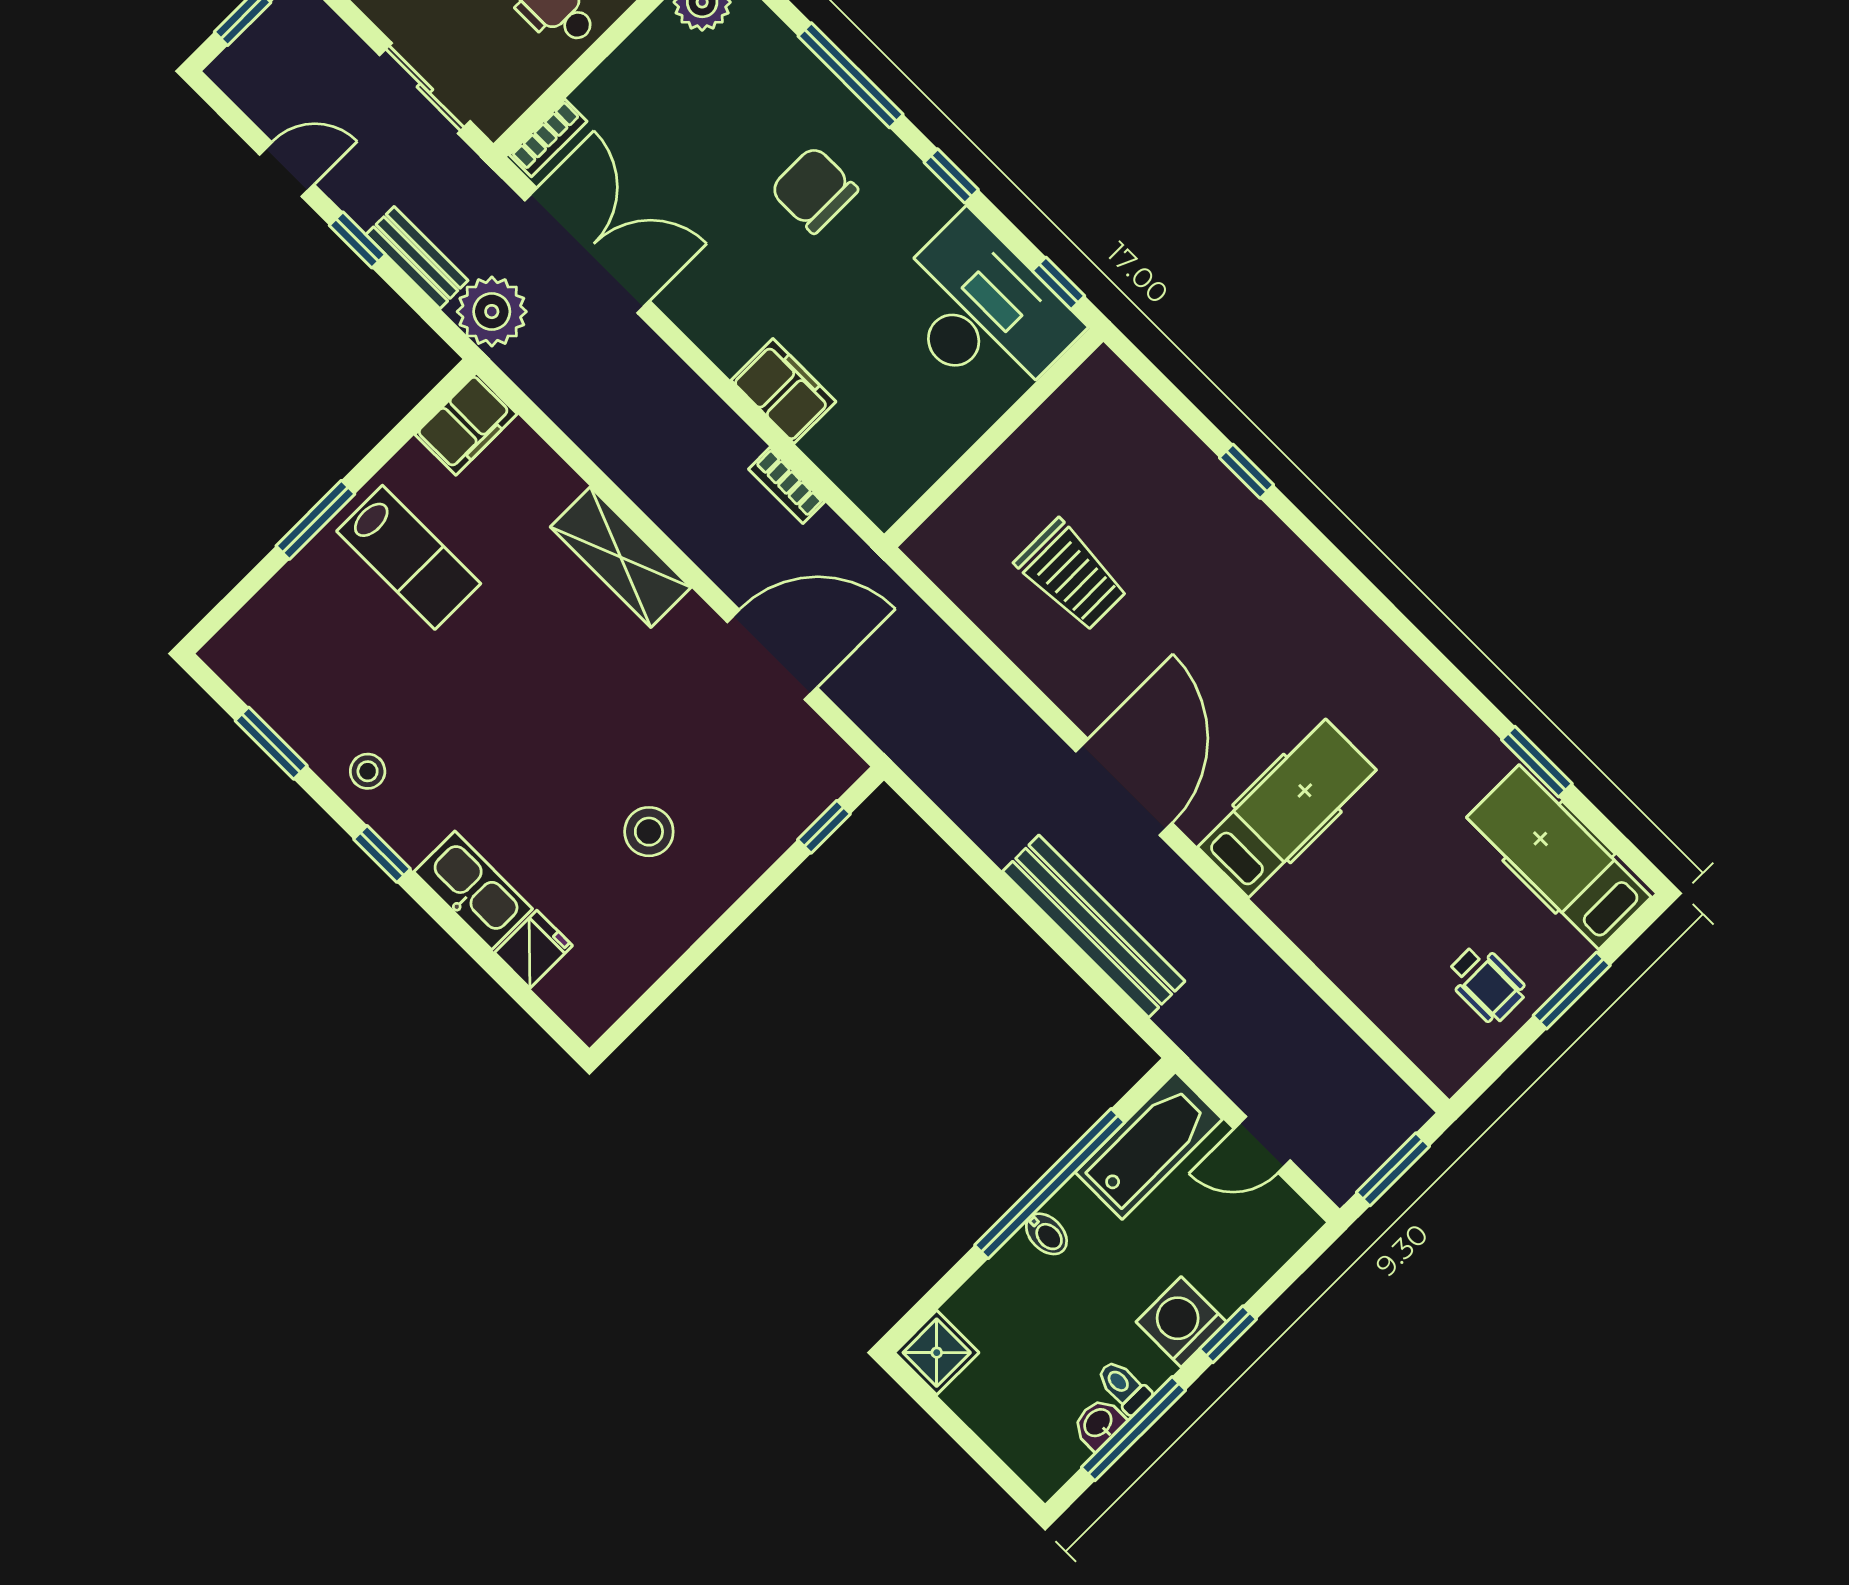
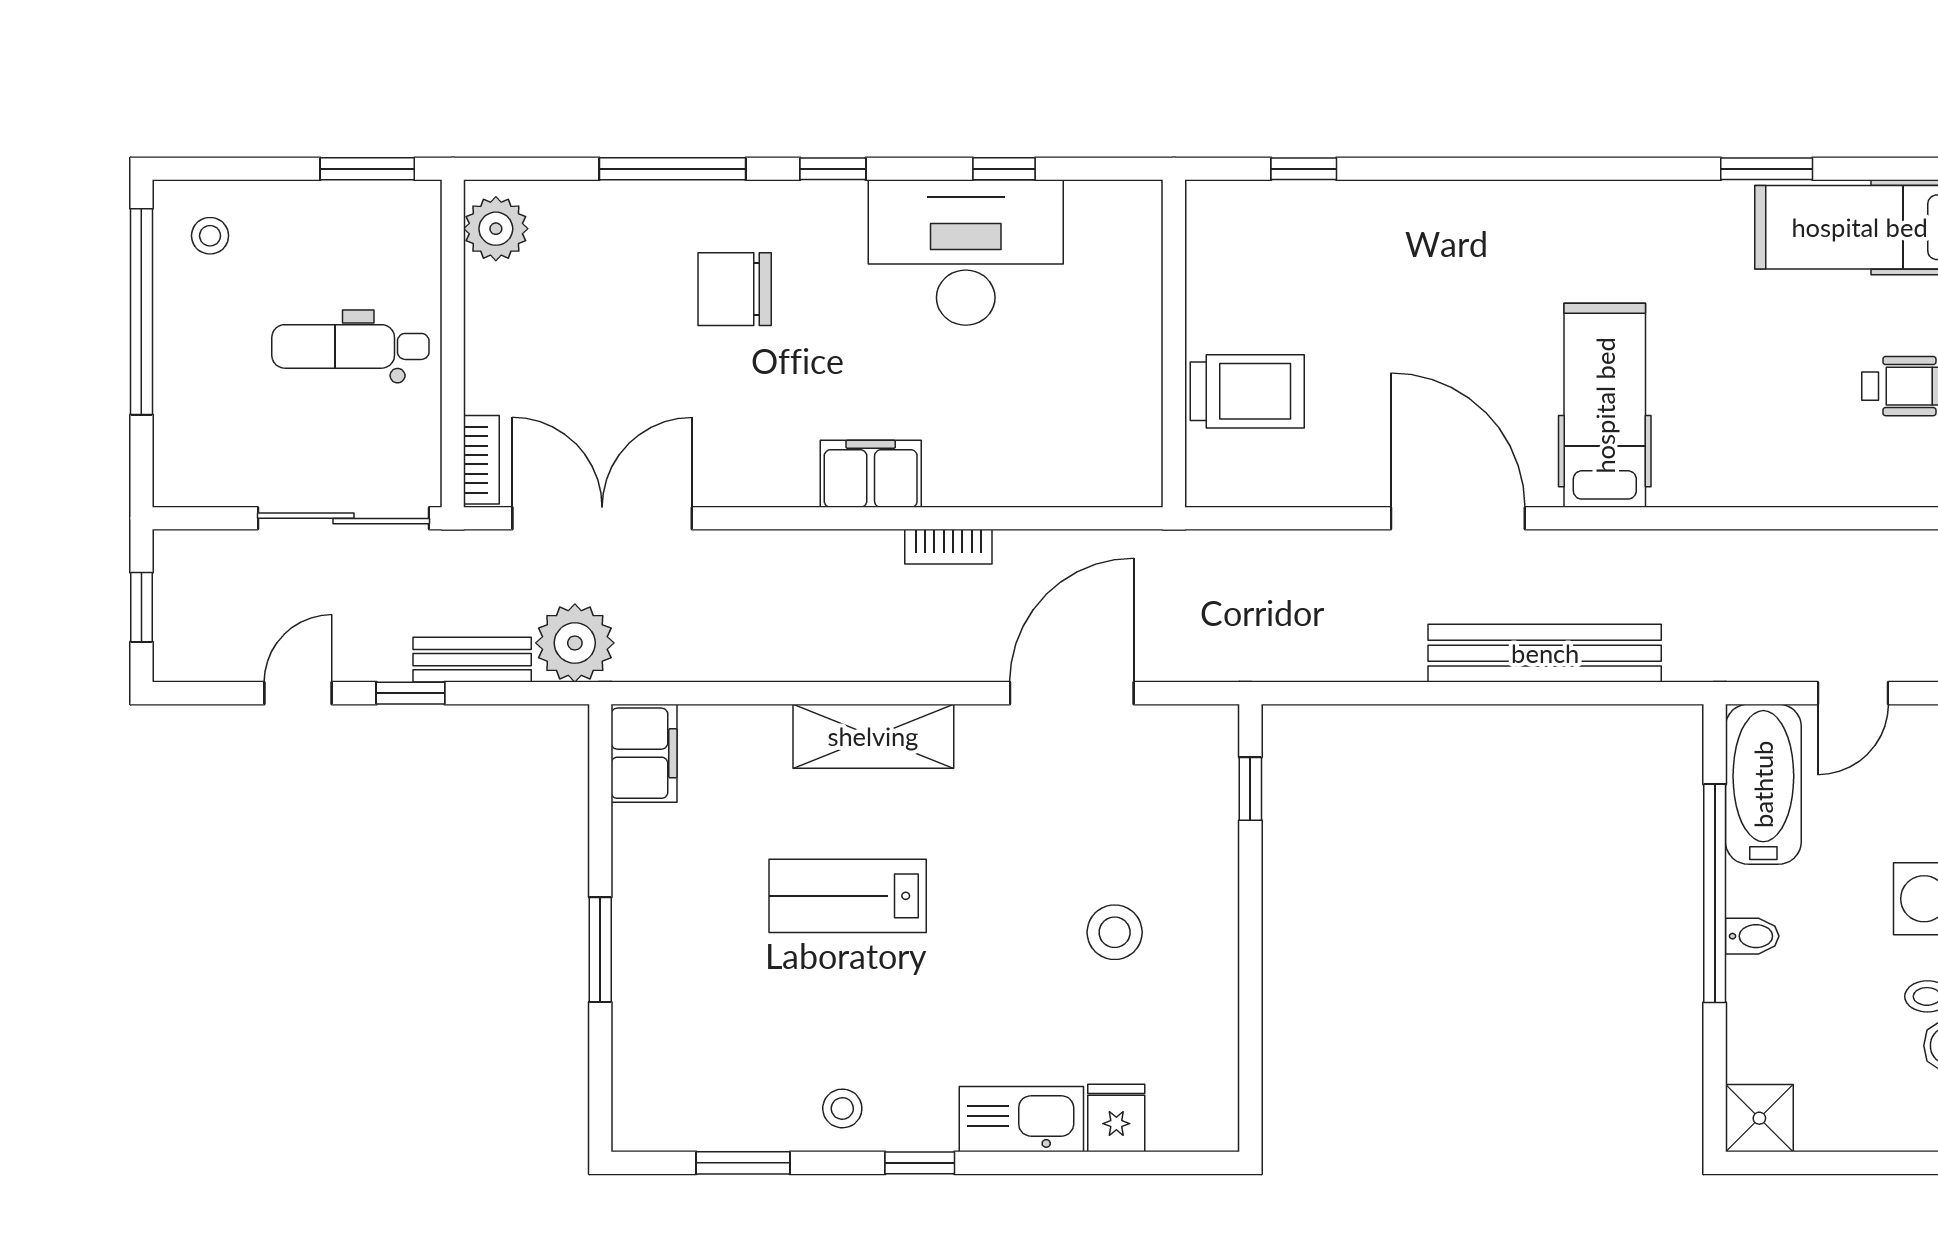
sliding door: (425, 88) -> (344, 518), width x1.37
wall: (994, 438) -> (1174, 344), moved
lab bench: (409, 557) -> (848, 896), moved, turned 180

